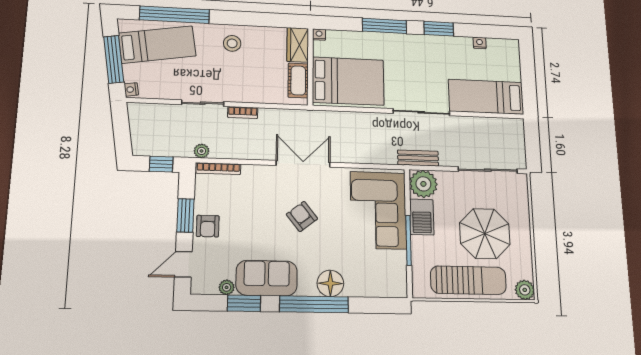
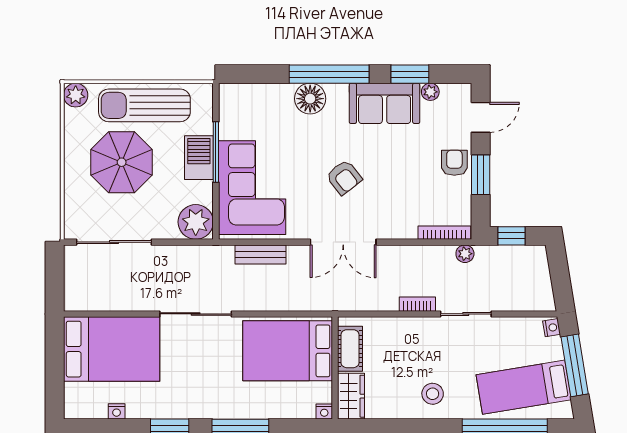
bed: (486, 97) -> (112, 349), width x1.50
bench: (418, 158) -> (261, 254), moved
barbecue: (422, 217) -> (199, 158), moved

